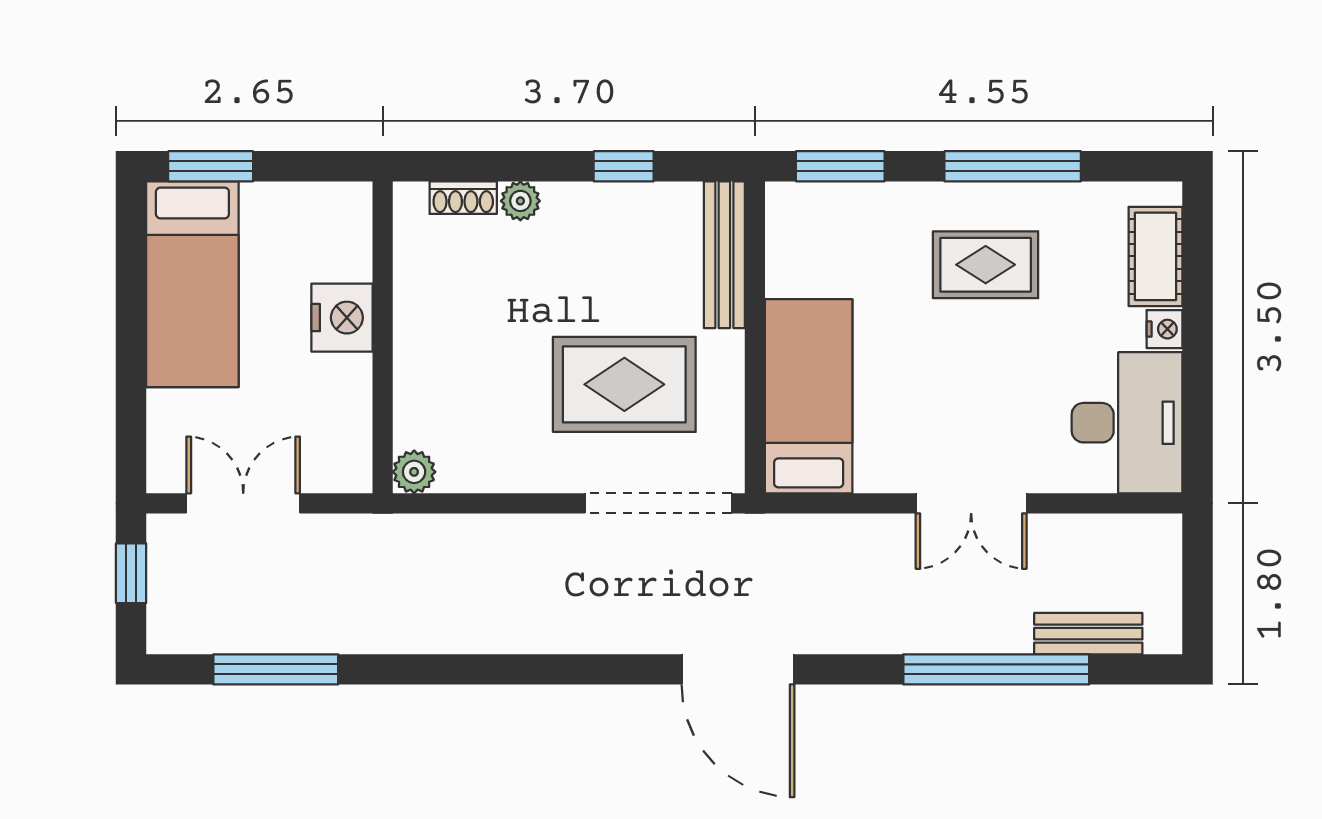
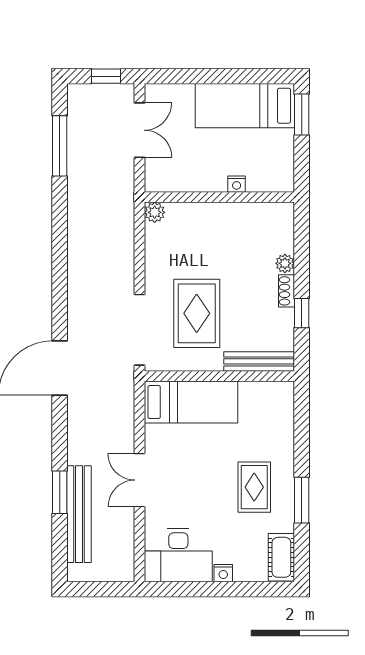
window: (840, 166) -> (302, 417), removed
window: (1013, 166) -> (302, 500), width x0.69
shoe rack: (463, 198) -> (286, 291), moved
cot: (1156, 256) -> (281, 557), moved, turned 90
nightstand: (342, 318) -> (237, 184), width x0.53, depth x0.56
bench: (1088, 634) -> (79, 514), width x1.86, depth x1.21
window: (996, 669) -> (60, 492), width x0.47

